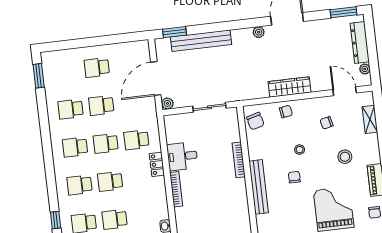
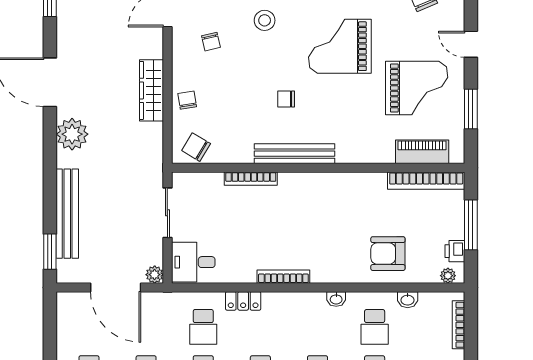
plant: (259, 32) -> (72, 134), width x1.88, depth x1.88
chair: (255, 121) -> (196, 147), turned -134
stool: (300, 150) -> (246, 86), removed
desk: (182, 156) -> (193, 262), moved, turned 90

